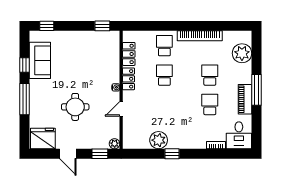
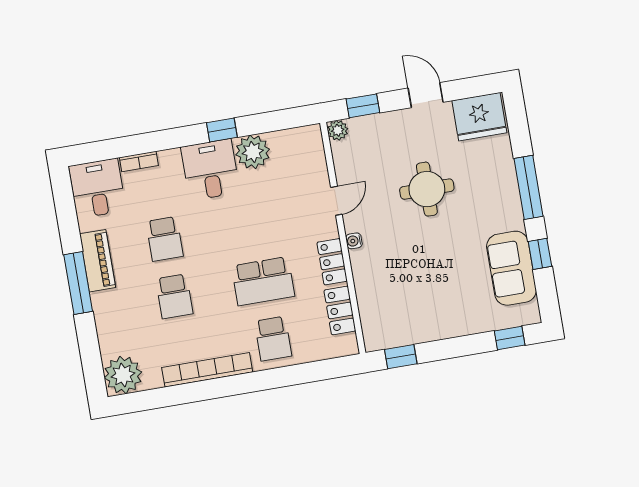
plant: (242, 53) -> (123, 375), moved
school desk: (164, 75) -> (263, 281), width x1.85
desk: (181, 135) -> (210, 170), added

